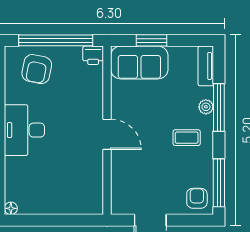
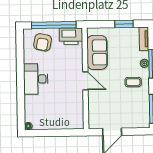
window: (152, 40) -> (124, 24), moved
printer: (93, 55) -> (71, 36), width x1.87, depth x1.48
sofa: (139, 63) -> (97, 52), moved, turned -90
armchair: (197, 198) -> (140, 118), removed

